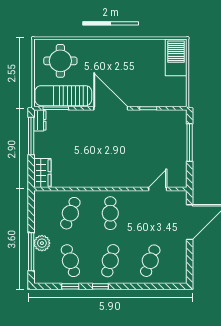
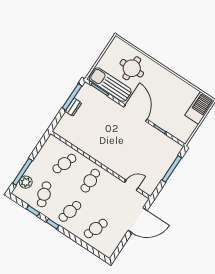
round table: (60, 61) -> (132, 68), moved
dresser: (40, 120) -> (73, 107), moved
wardrobe: (42, 173) -> (63, 126), removed
plant: (42, 243) -> (26, 182), moved

